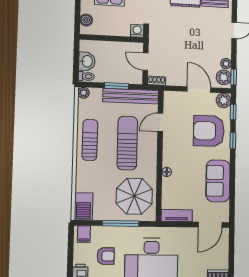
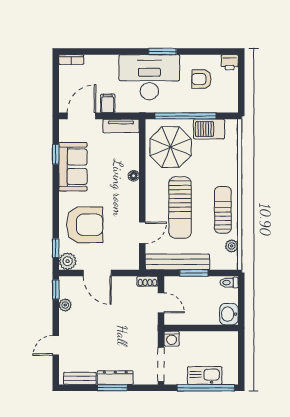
boiler: (86, 20) -> (231, 348), removed
washbasin: (87, 61) -> (229, 314), moved
plant: (224, 77) -> (68, 289), removed
plant: (83, 93) -> (232, 246), moved
sun lounger: (90, 140) -> (223, 210), turned 180
window: (233, 141) -> (56, 154), moved
barbecue: (84, 206) -> (209, 129), moved, turned -90
window: (121, 223) -> (185, 116), width x1.46
filing cabinet: (84, 234) -> (108, 103), moved

